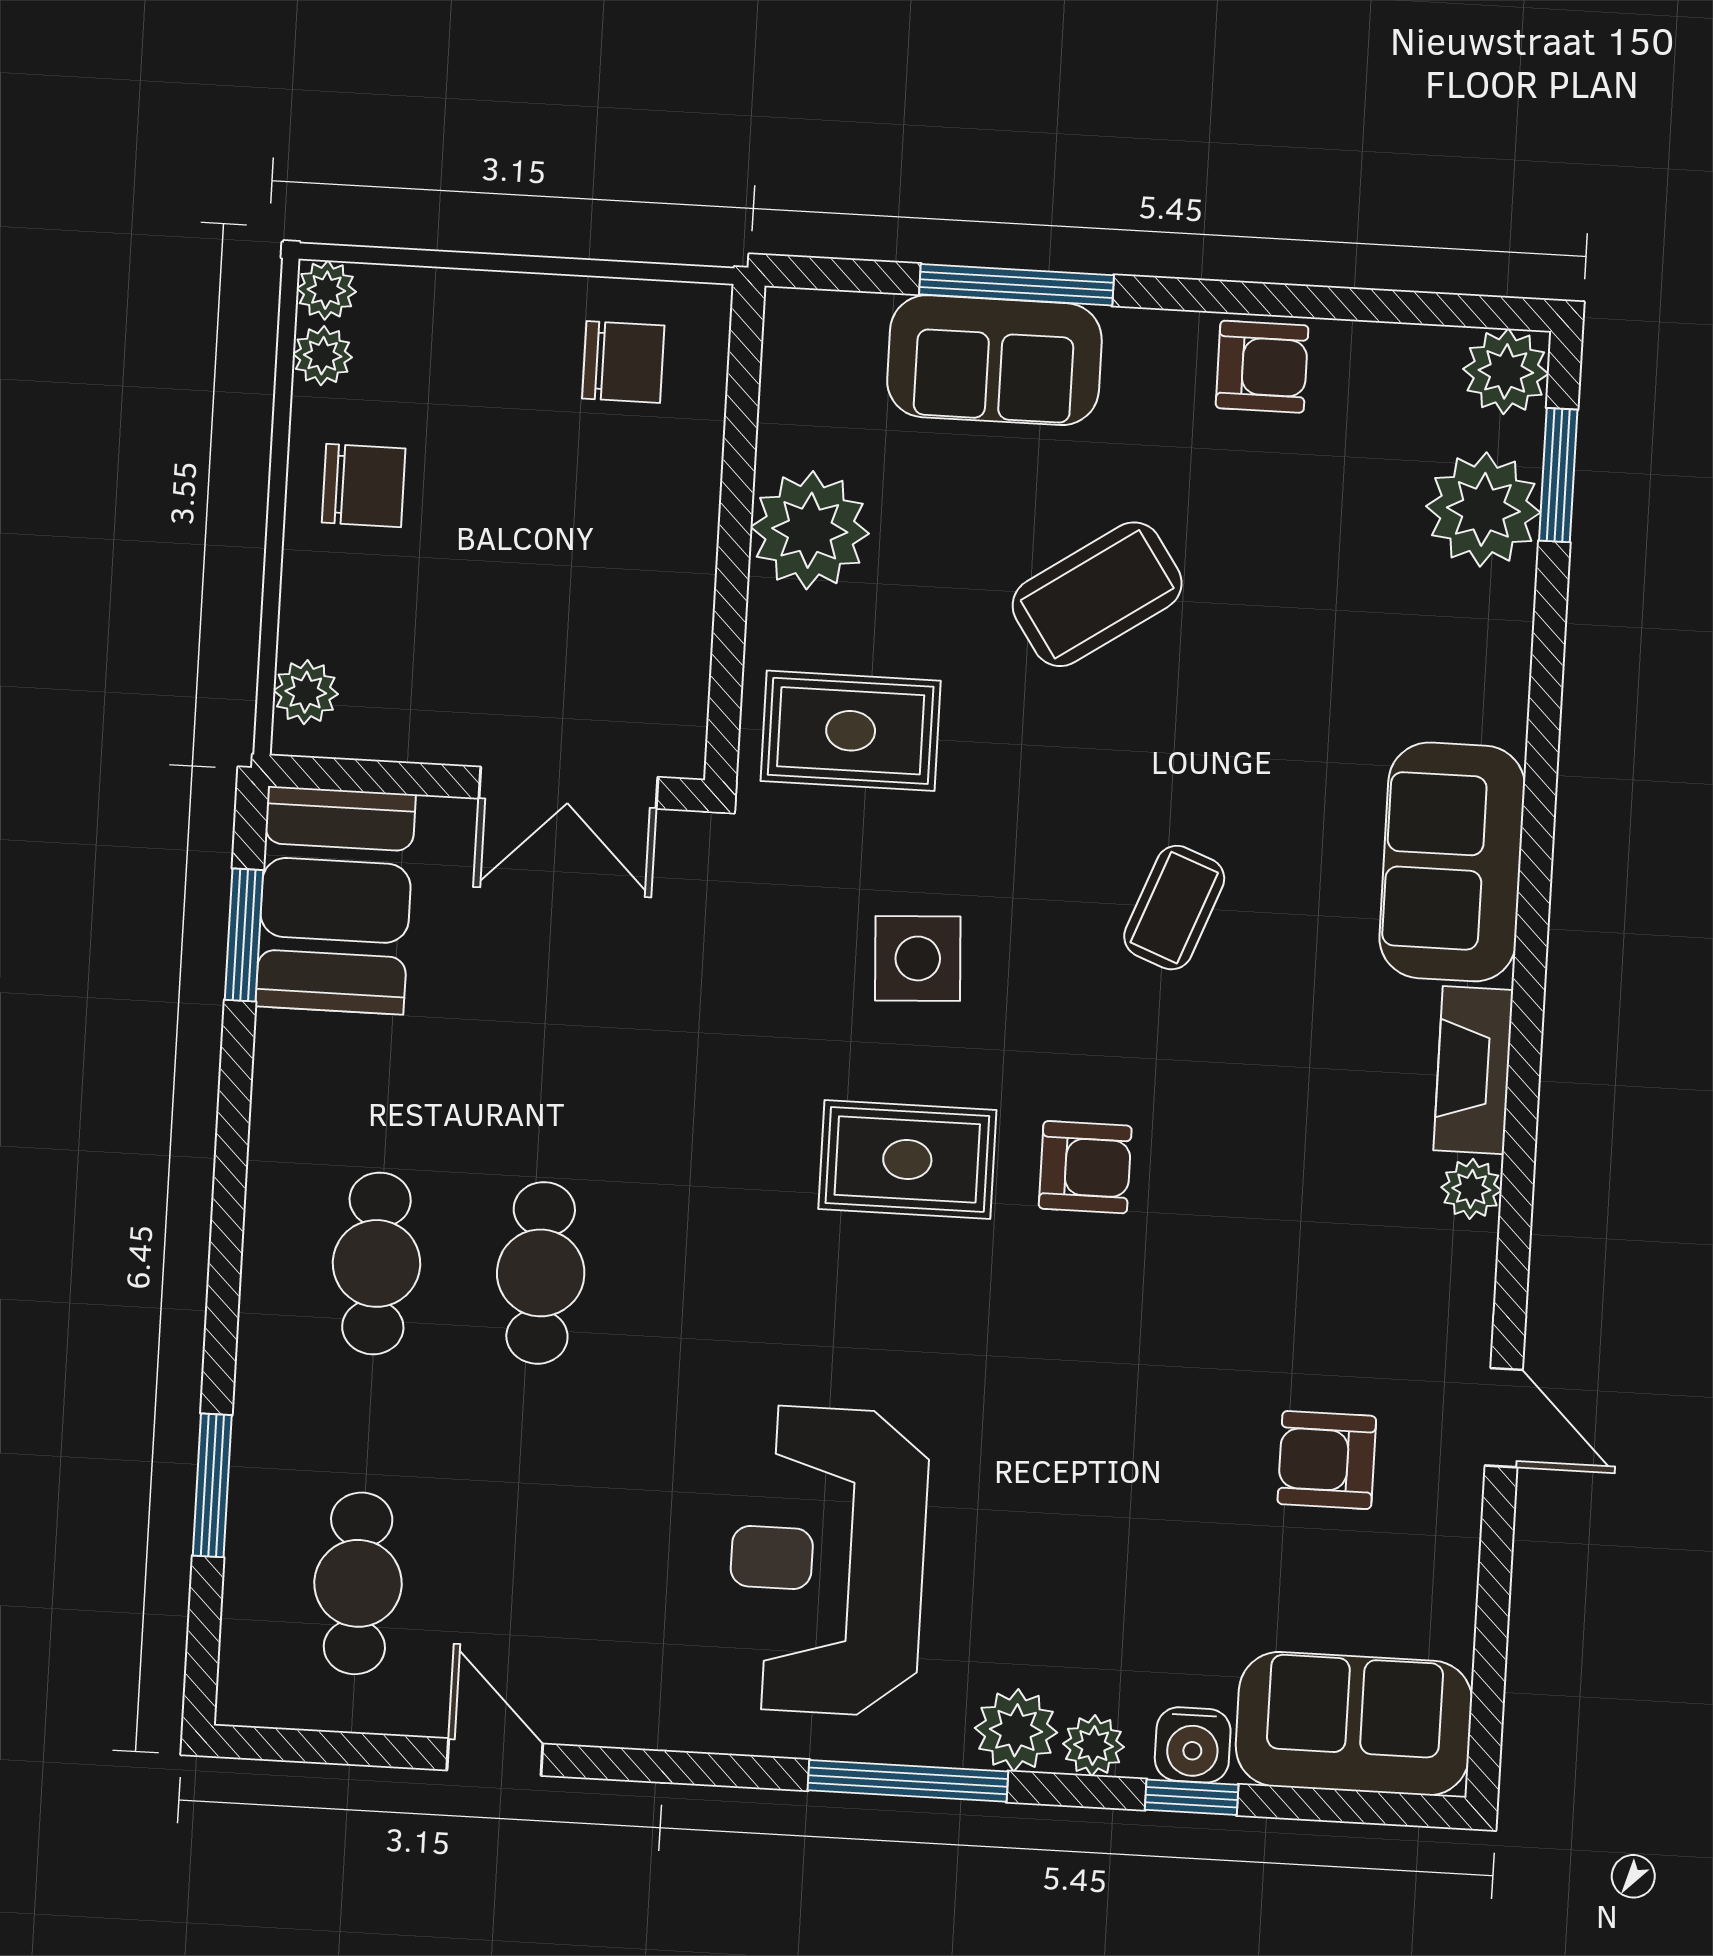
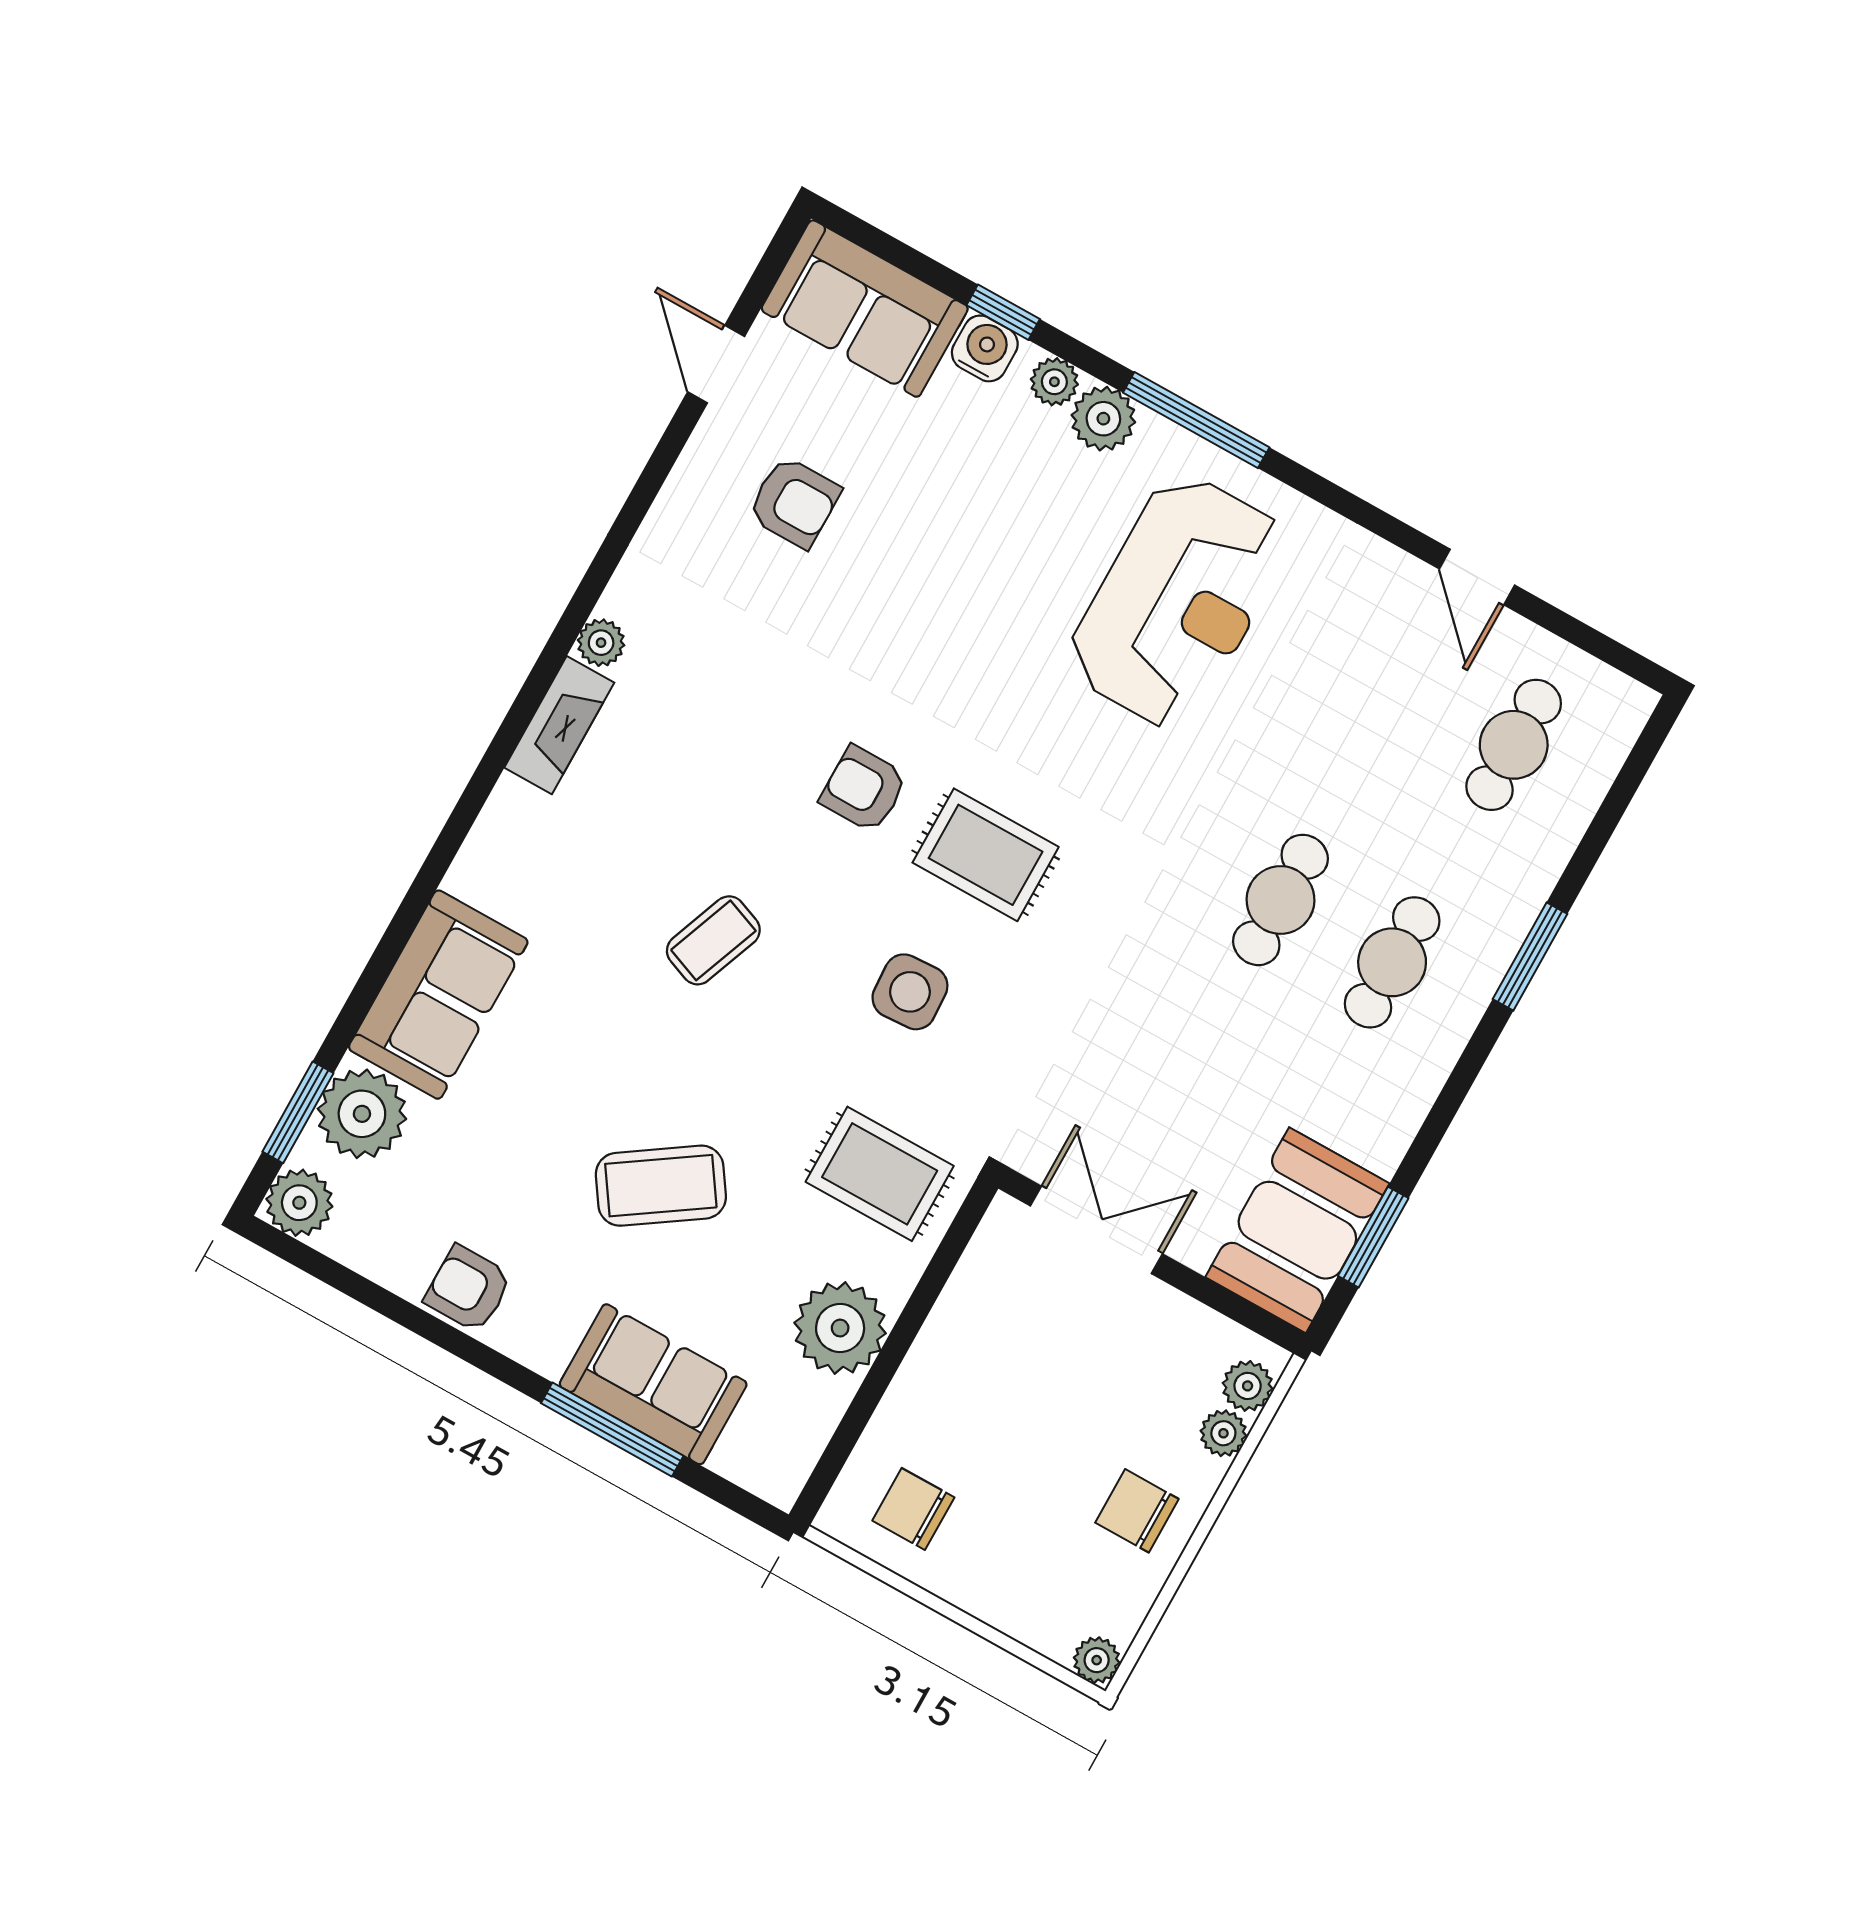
plant: (323, 356) -> (1223, 1433), moved
sofa: (1452, 862) -> (438, 995), moved
door: (1504, 1418) -> (716, 364), moved
window: (212, 1485) -> (1530, 956), moved

